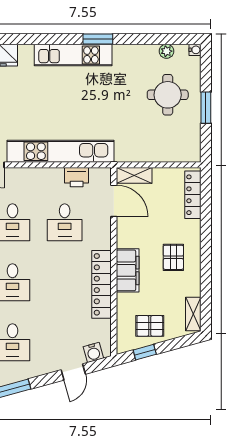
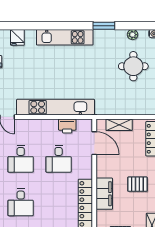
window: (98, 39) -> (104, 26), moved
shelving: (134, 175) -> (119, 125), moved
pallet: (173, 257) -> (137, 184), turned 90

